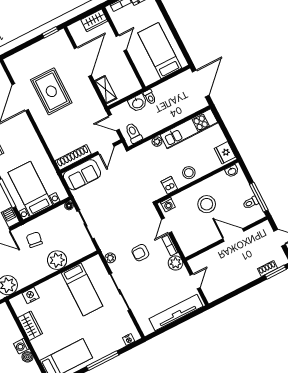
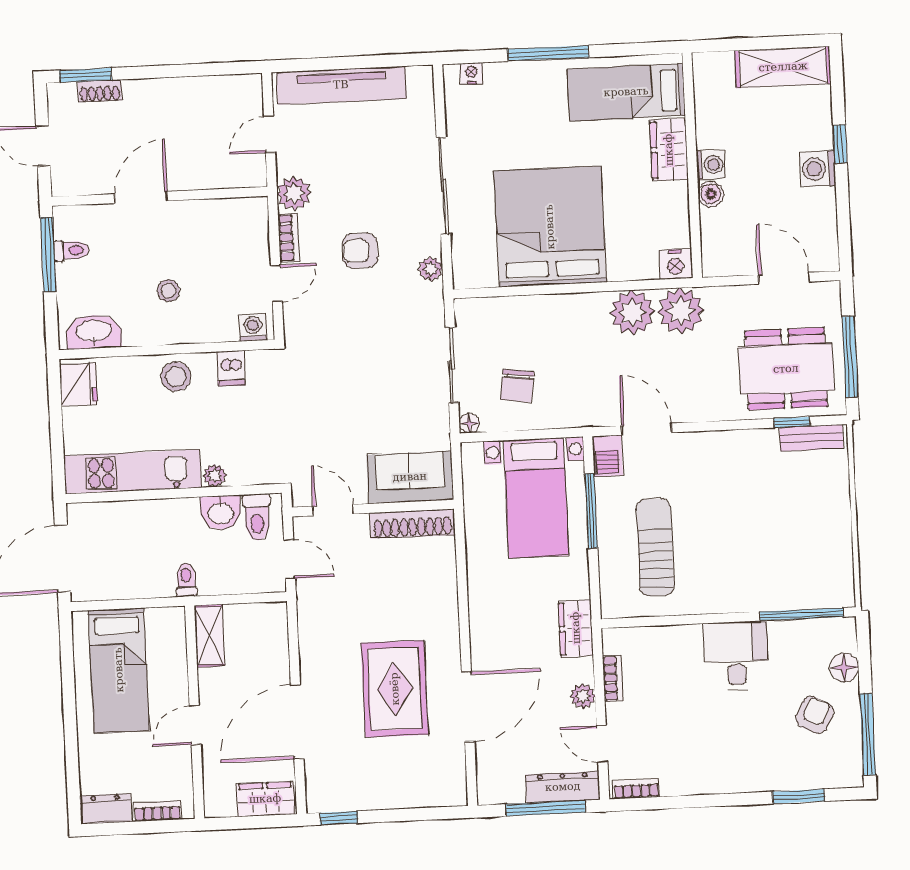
wardrobe: (94, 20) -> (265, 799), moved
shelving: (106, 90) -> (209, 636), moved
washbasin: (138, 103) -> (221, 513), moved, turned 180
door: (106, 149) -> (333, 510), hinge flipped
washbasin: (232, 171) -> (94, 332), width x1.91, depth x1.45
stool: (207, 204) -> (168, 291), width x0.53, depth x0.53
door: (233, 235) -> (141, 197), swing flipped
chair: (34, 240) -> (517, 386), moved
armchair: (140, 253) -> (360, 251), turned 180
plant: (57, 260) -> (632, 313), moved
bed: (82, 290) -> (550, 227), width x2.04
nightstand: (31, 295) -> (675, 264), moved
wardrobe: (30, 326) -> (669, 150), moved
boiler: (27, 357) -> (711, 194), moved

